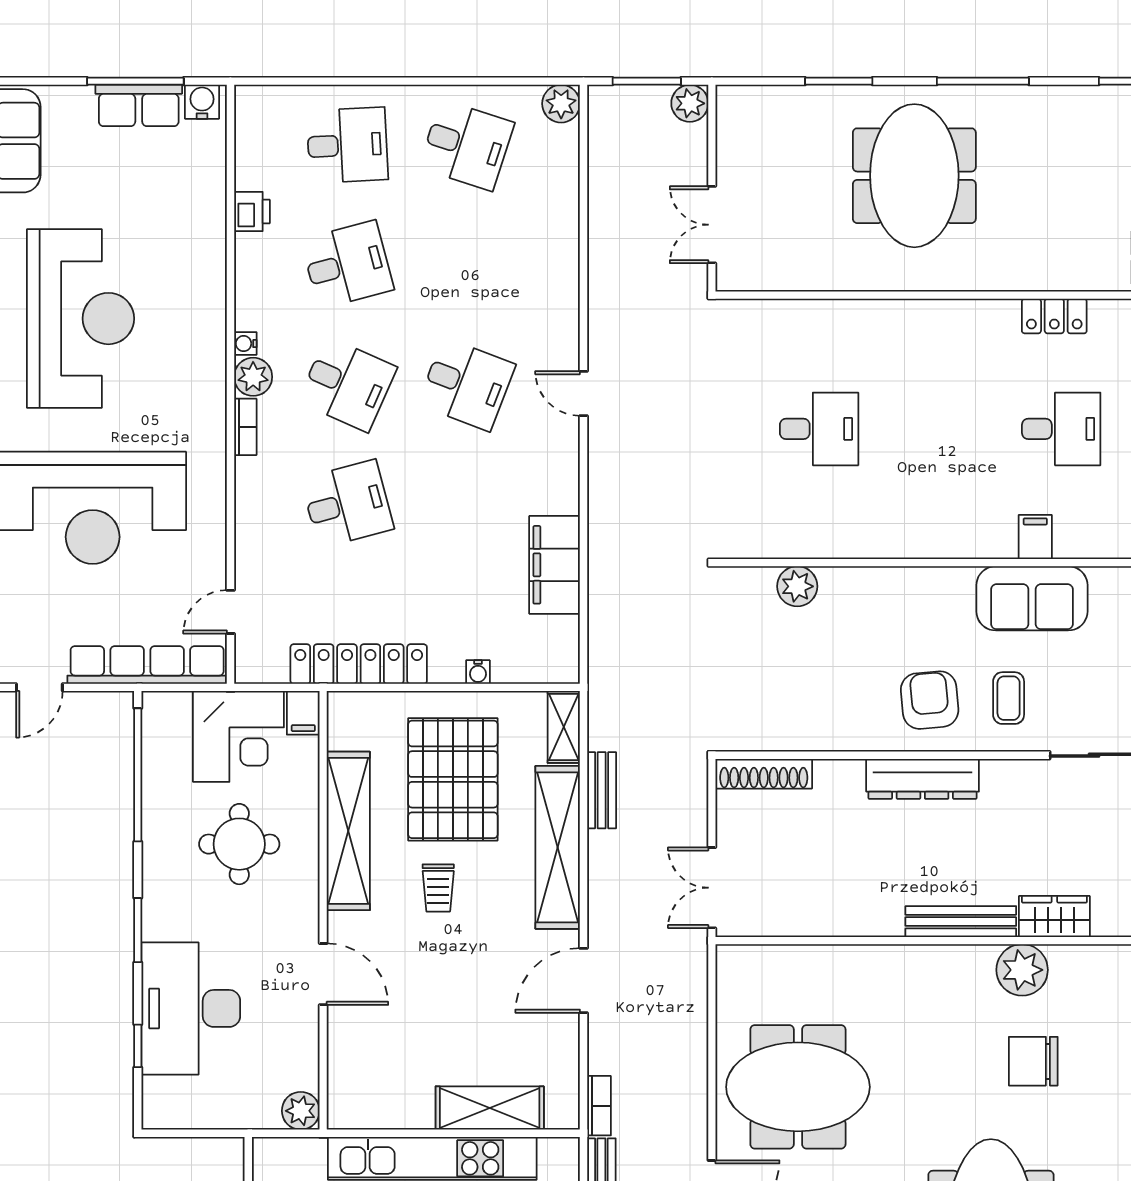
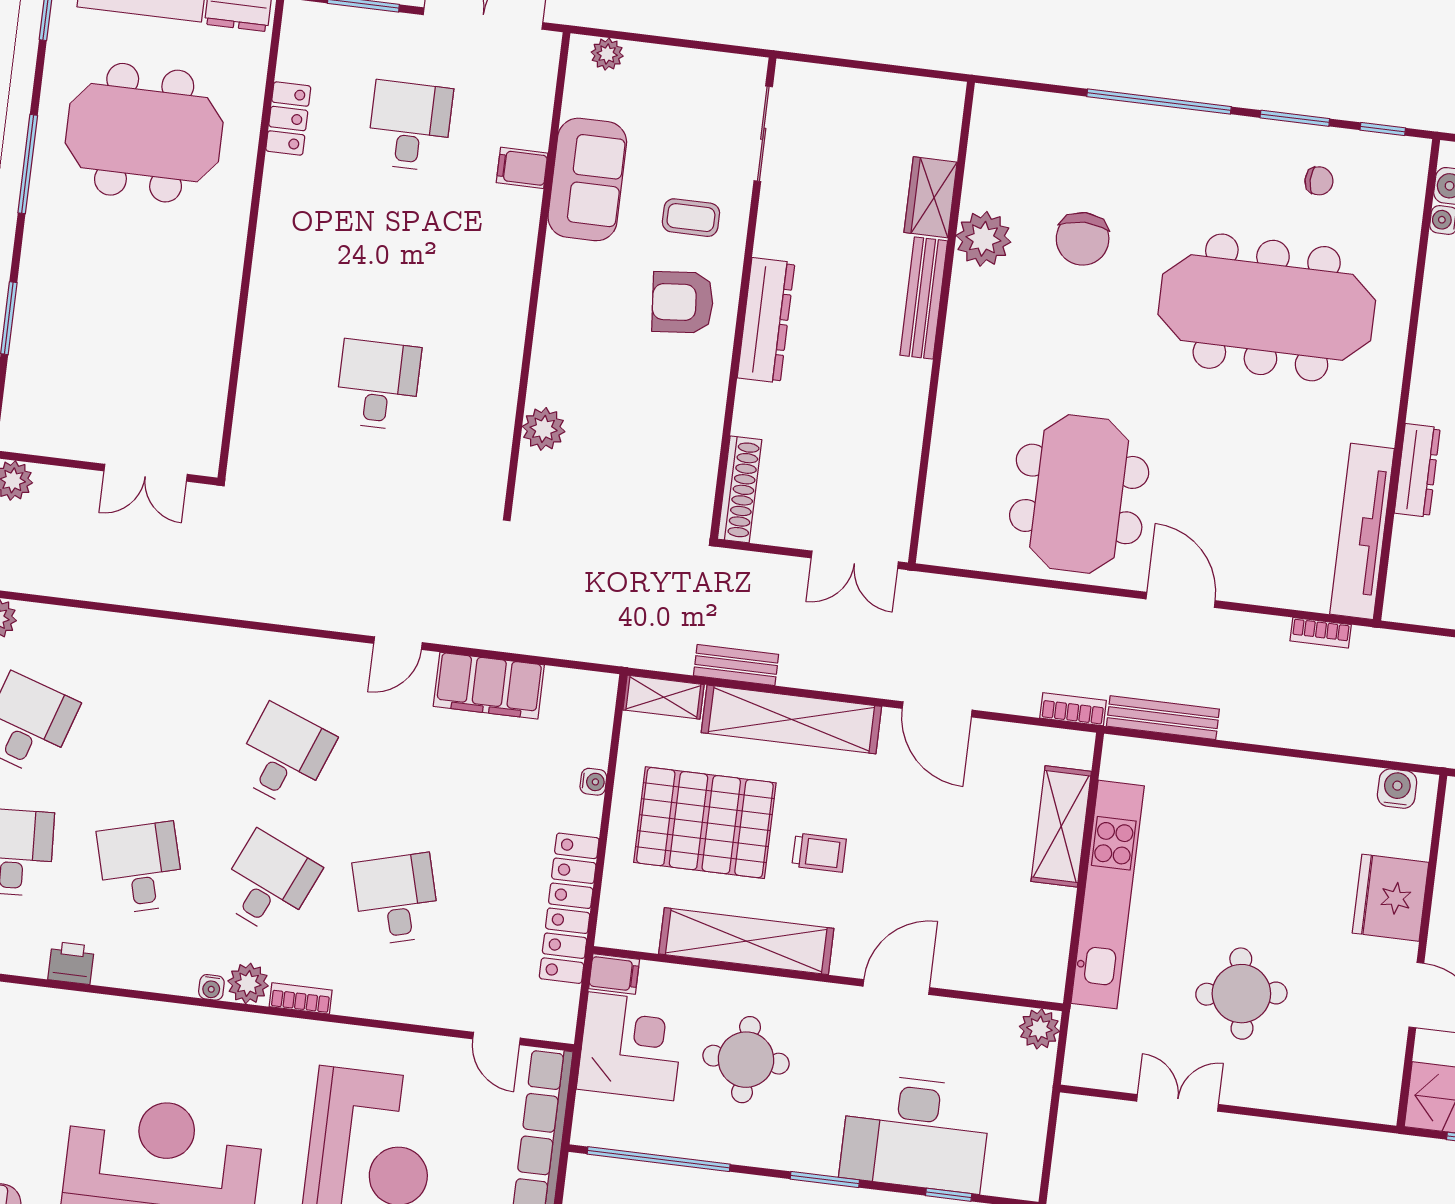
meeting table: (914, 176) -> (144, 133), moved
door: (584, 393) -> (398, 643), moved

